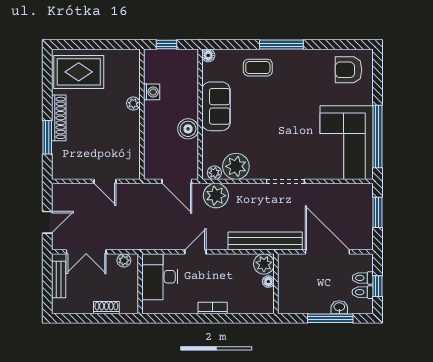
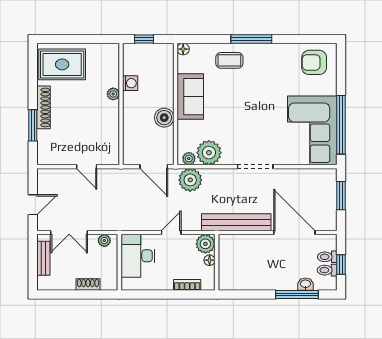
plant: (264, 264) -> (205, 244), moved
floor lamp: (268, 282) -> (210, 260), moved
wall: (276, 284) -> (217, 262), moved

